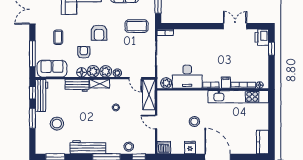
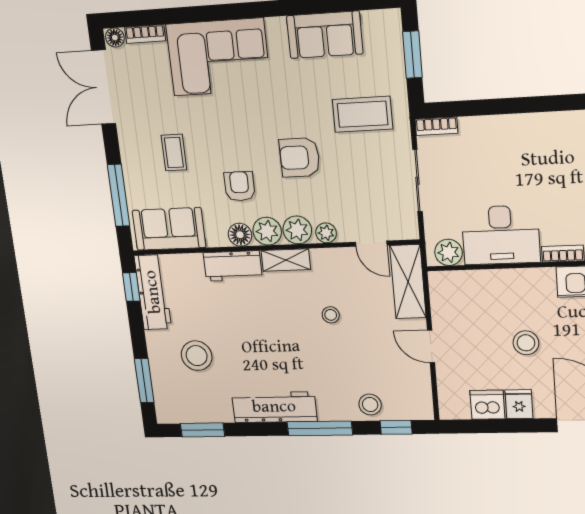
armchair: (99, 33) -> (300, 157), moved, turned 90
window: (32, 118) -> (144, 380), moved
dishwasher: (164, 148) -> (487, 405), moved

